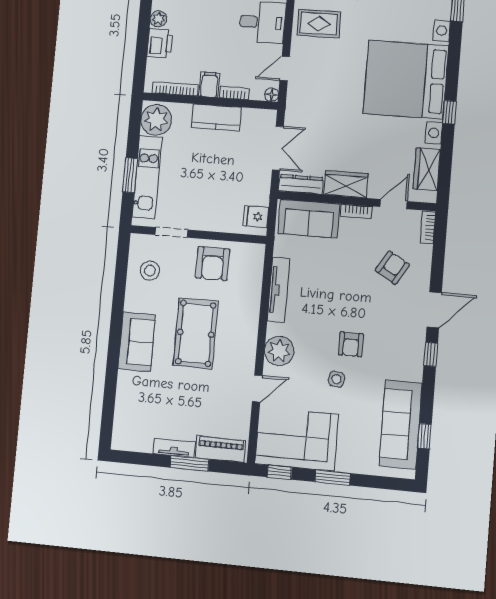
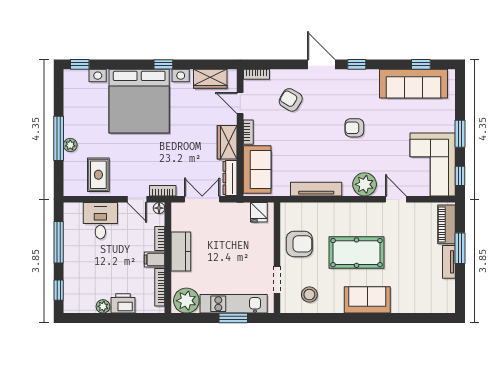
bookcase: (292, 101) -> (163, 191), added
armchair: (351, 344) -> (354, 128), turned 180
side table: (337, 379) -> (383, 137), removed

